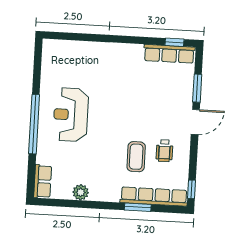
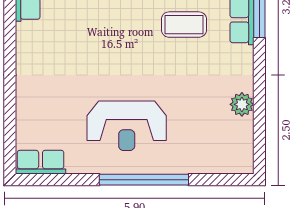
row of seats: (43, 181) -> (41, 162), moved

